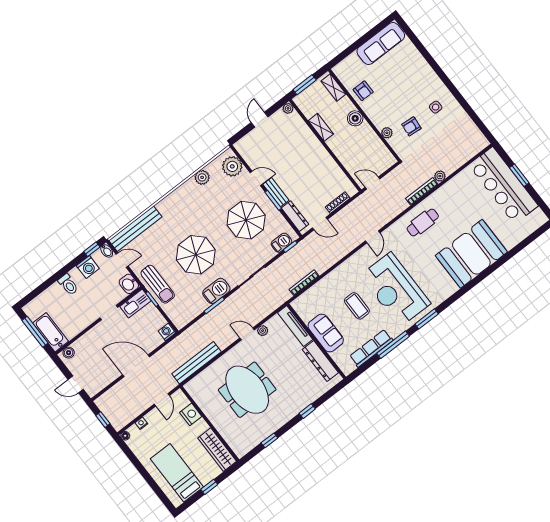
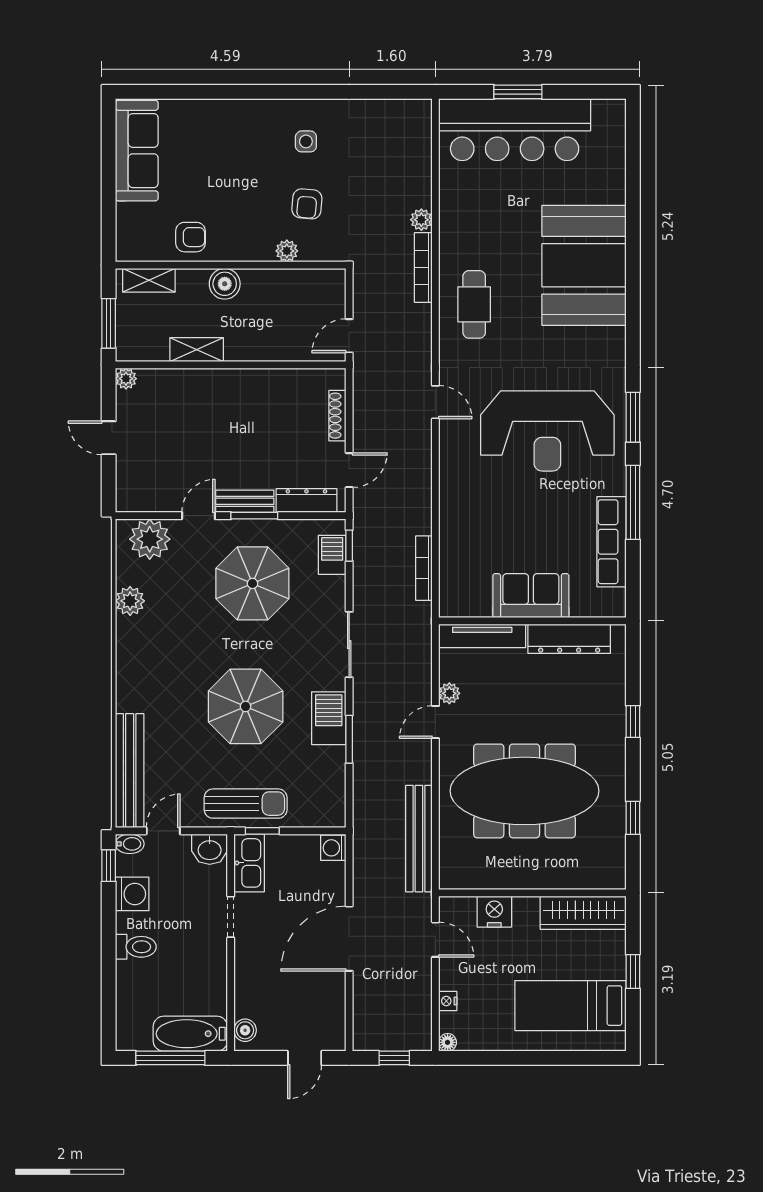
coffee table: (357, 306) -> (526, 512), removed
meeting table: (247, 390) -> (524, 791), width x1.36

